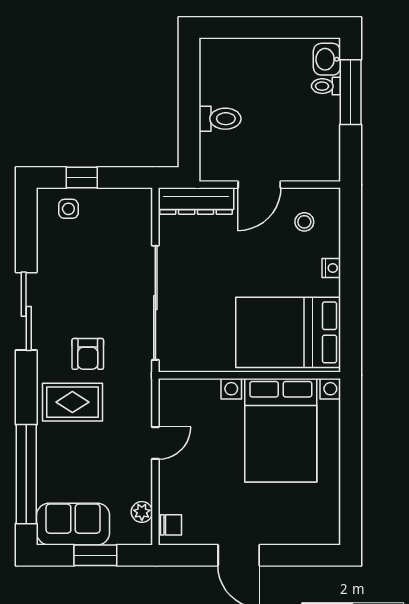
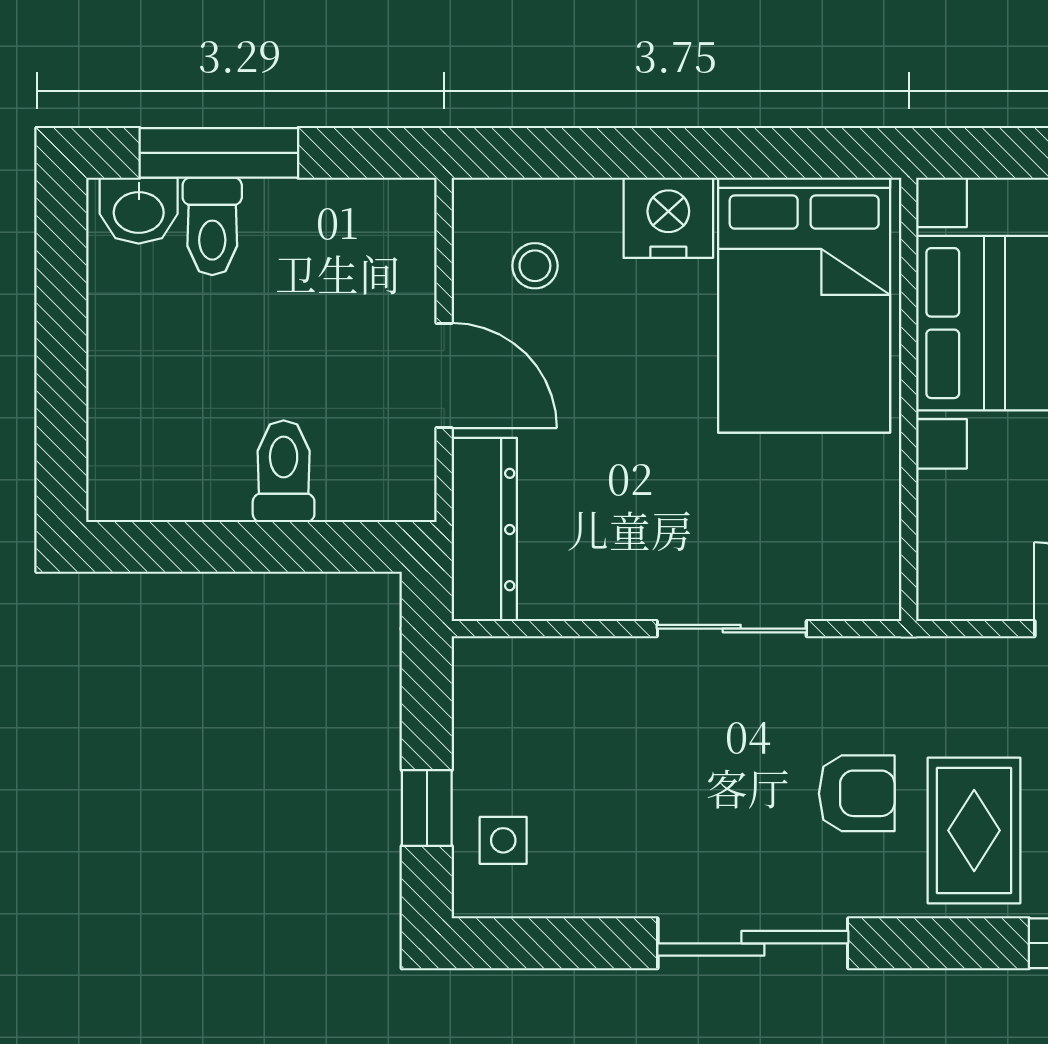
toilet: (326, 86) -> (212, 226), width x1.37, depth x1.39
nightstand: (331, 268) -> (668, 218), width x1.89, depth x1.79
sliding door: (155, 303) -> (732, 629), width x0.54

